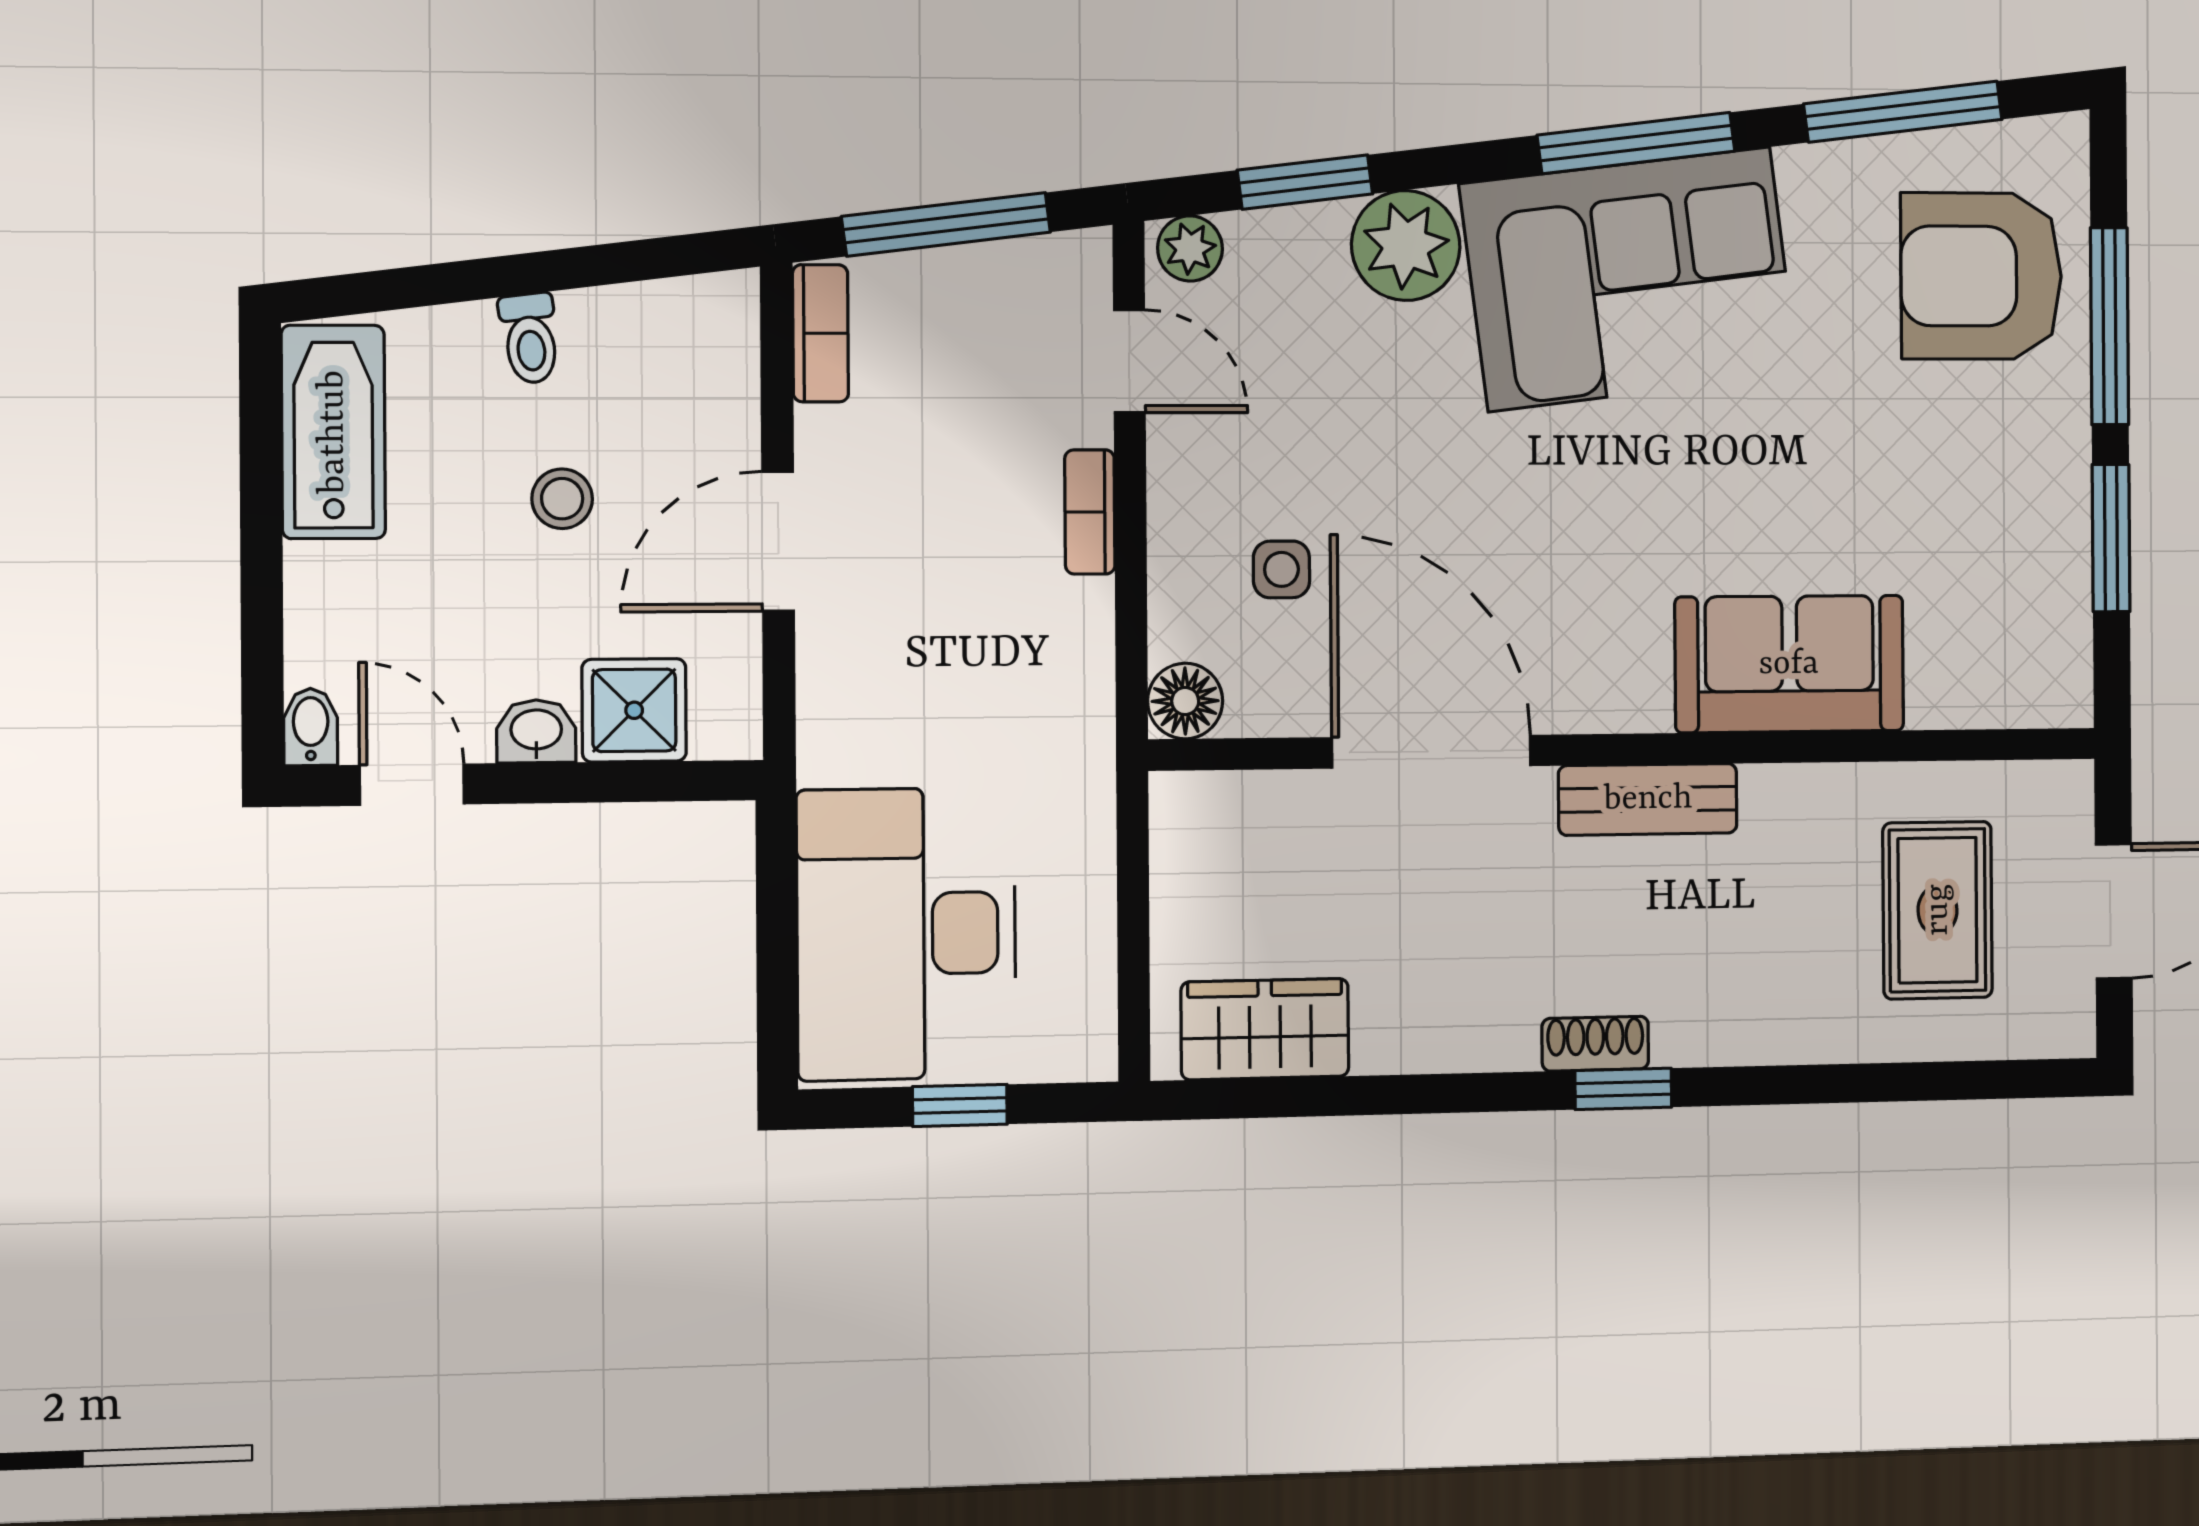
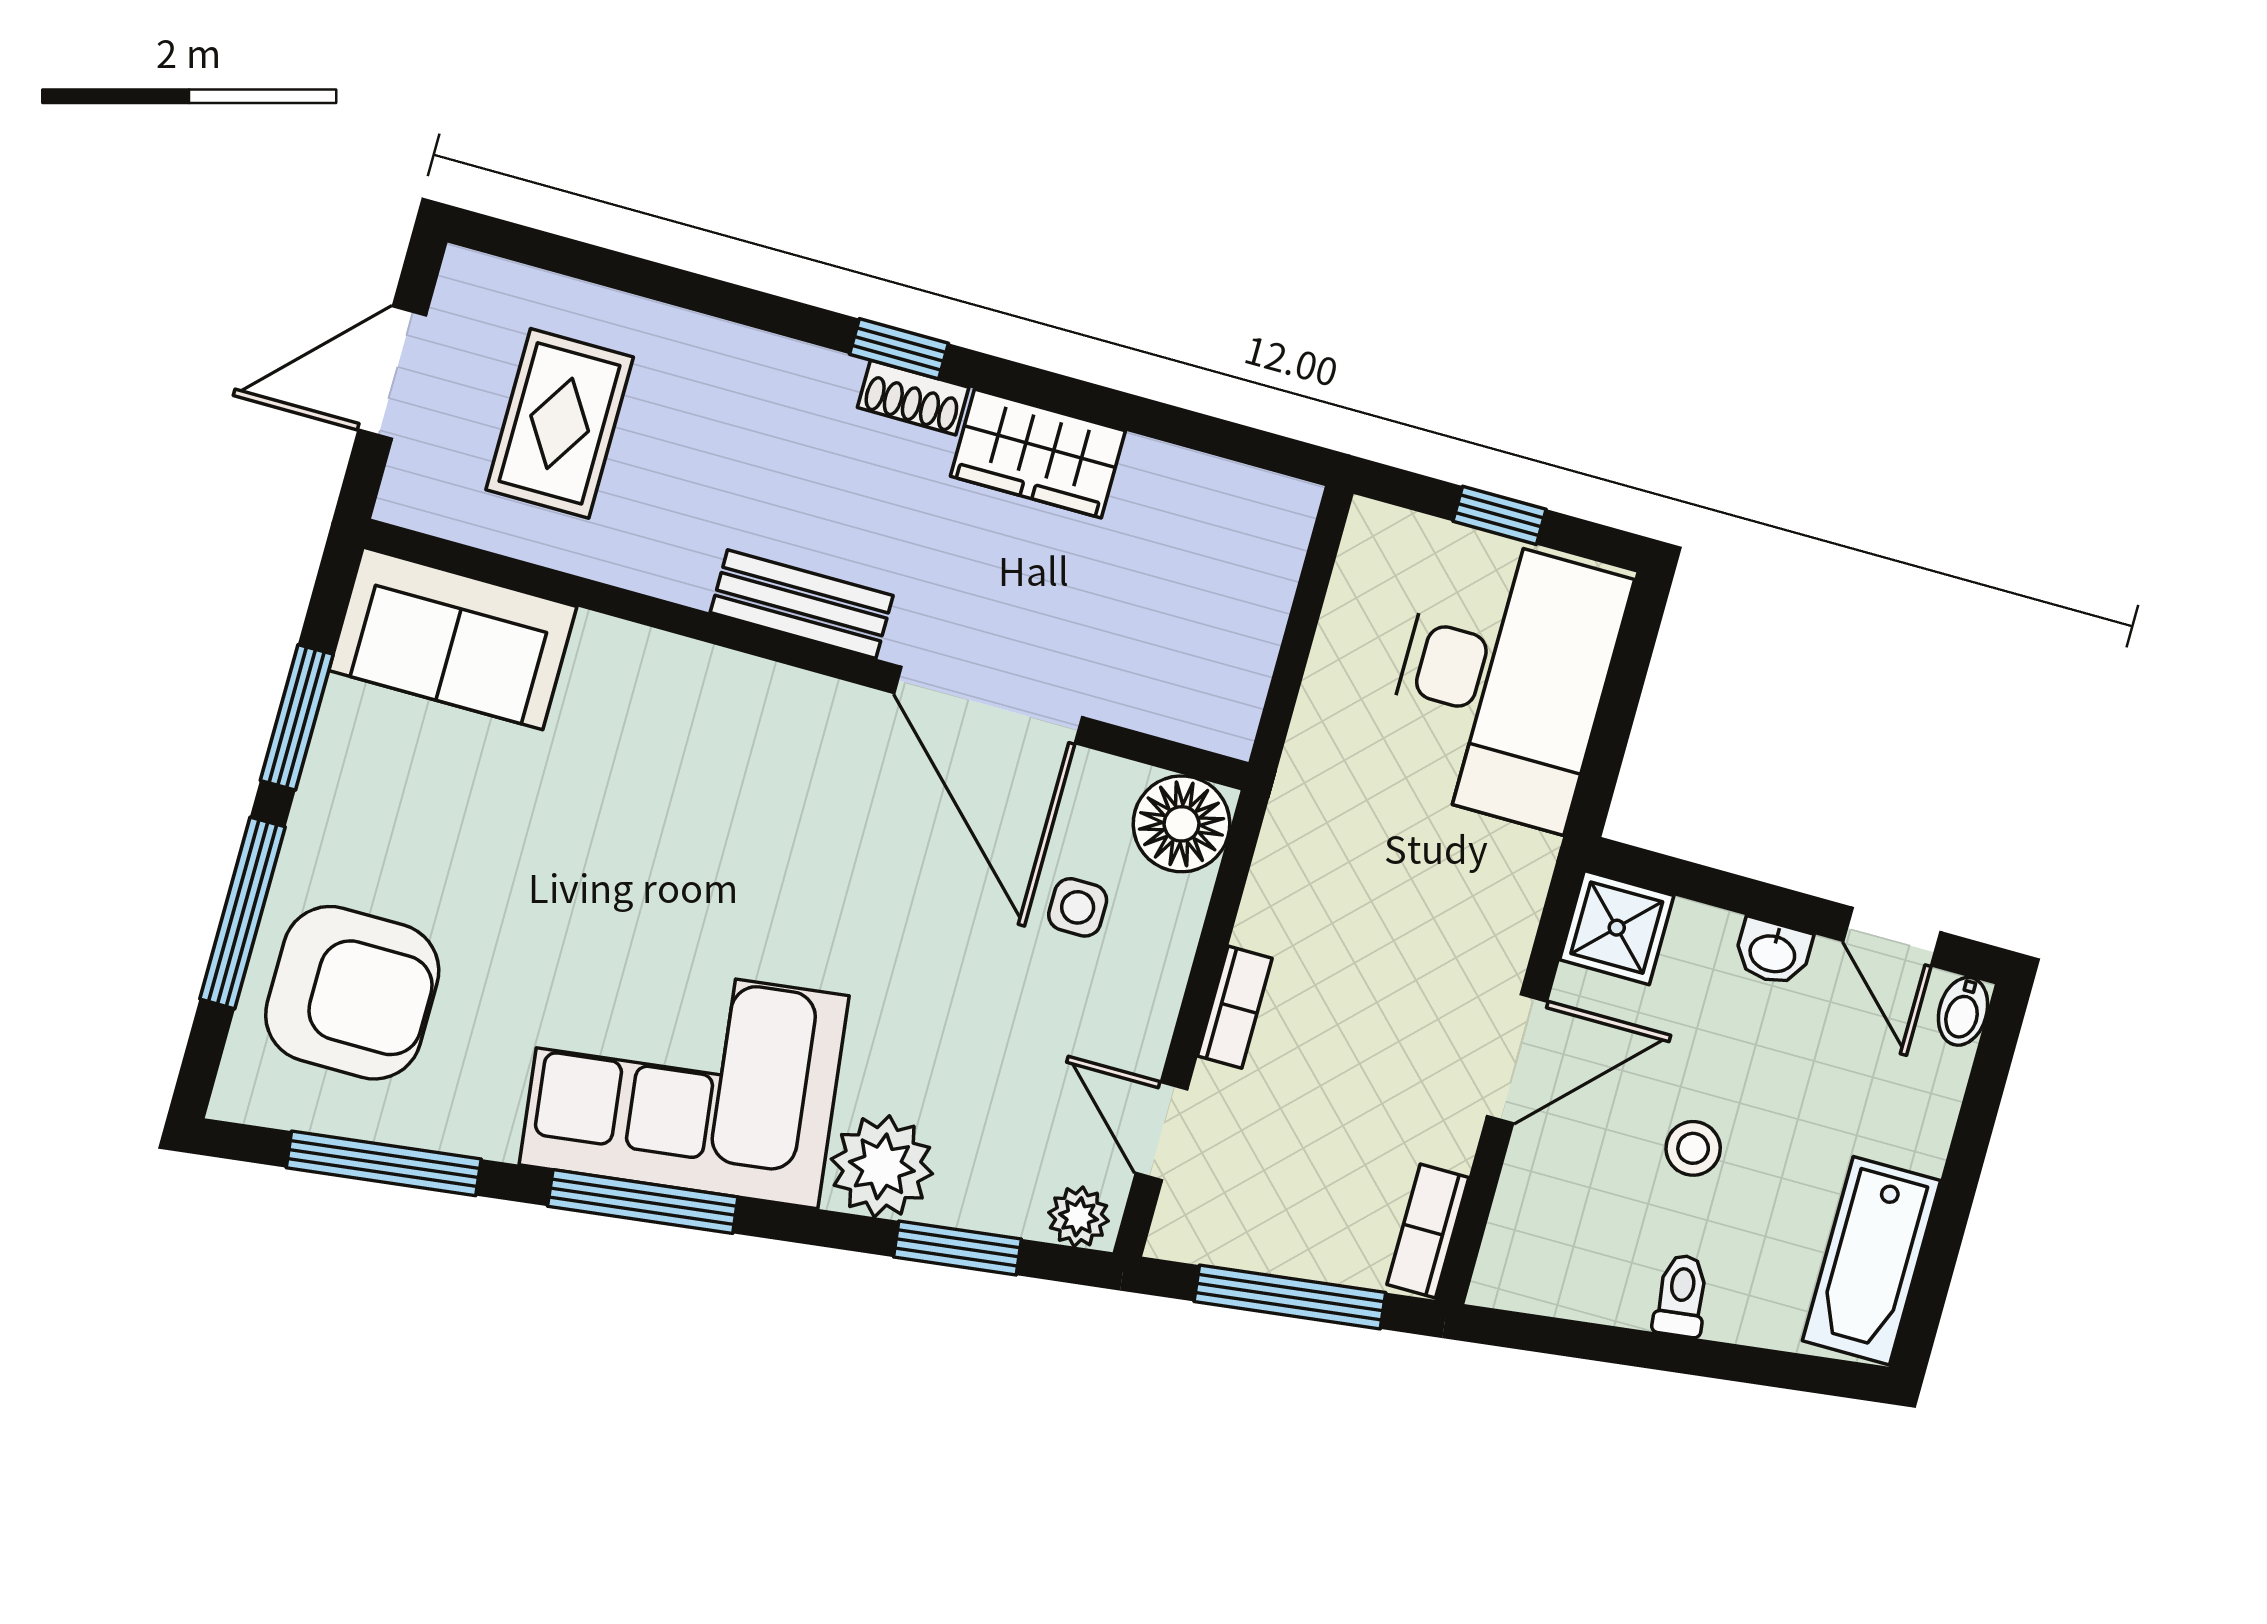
sofa: (1789, 664) -> (453, 638), moved
floor lamp: (1185, 701) -> (1181, 824), width x1.38, depth x1.38
shower: (634, 710) -> (1617, 928), moved
wardrobe: (1265, 1029) -> (1038, 453), moved

